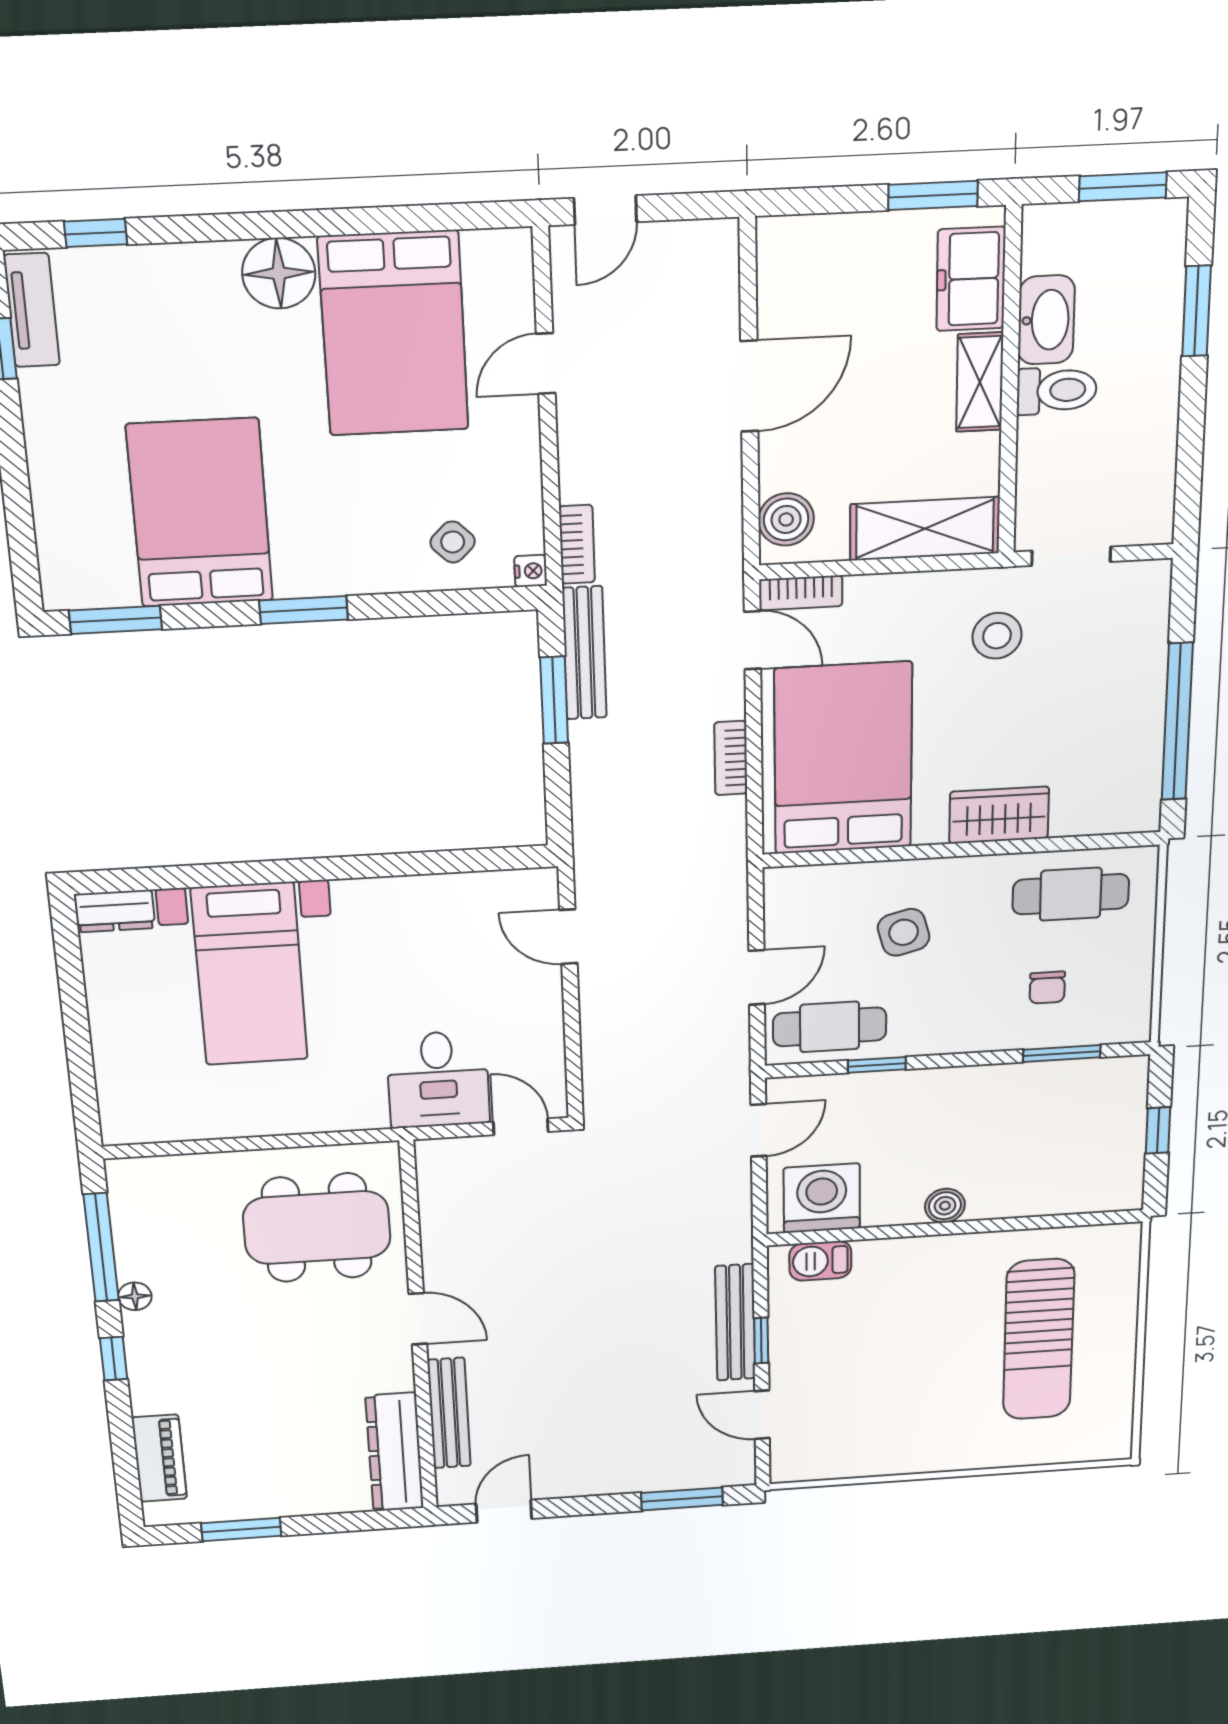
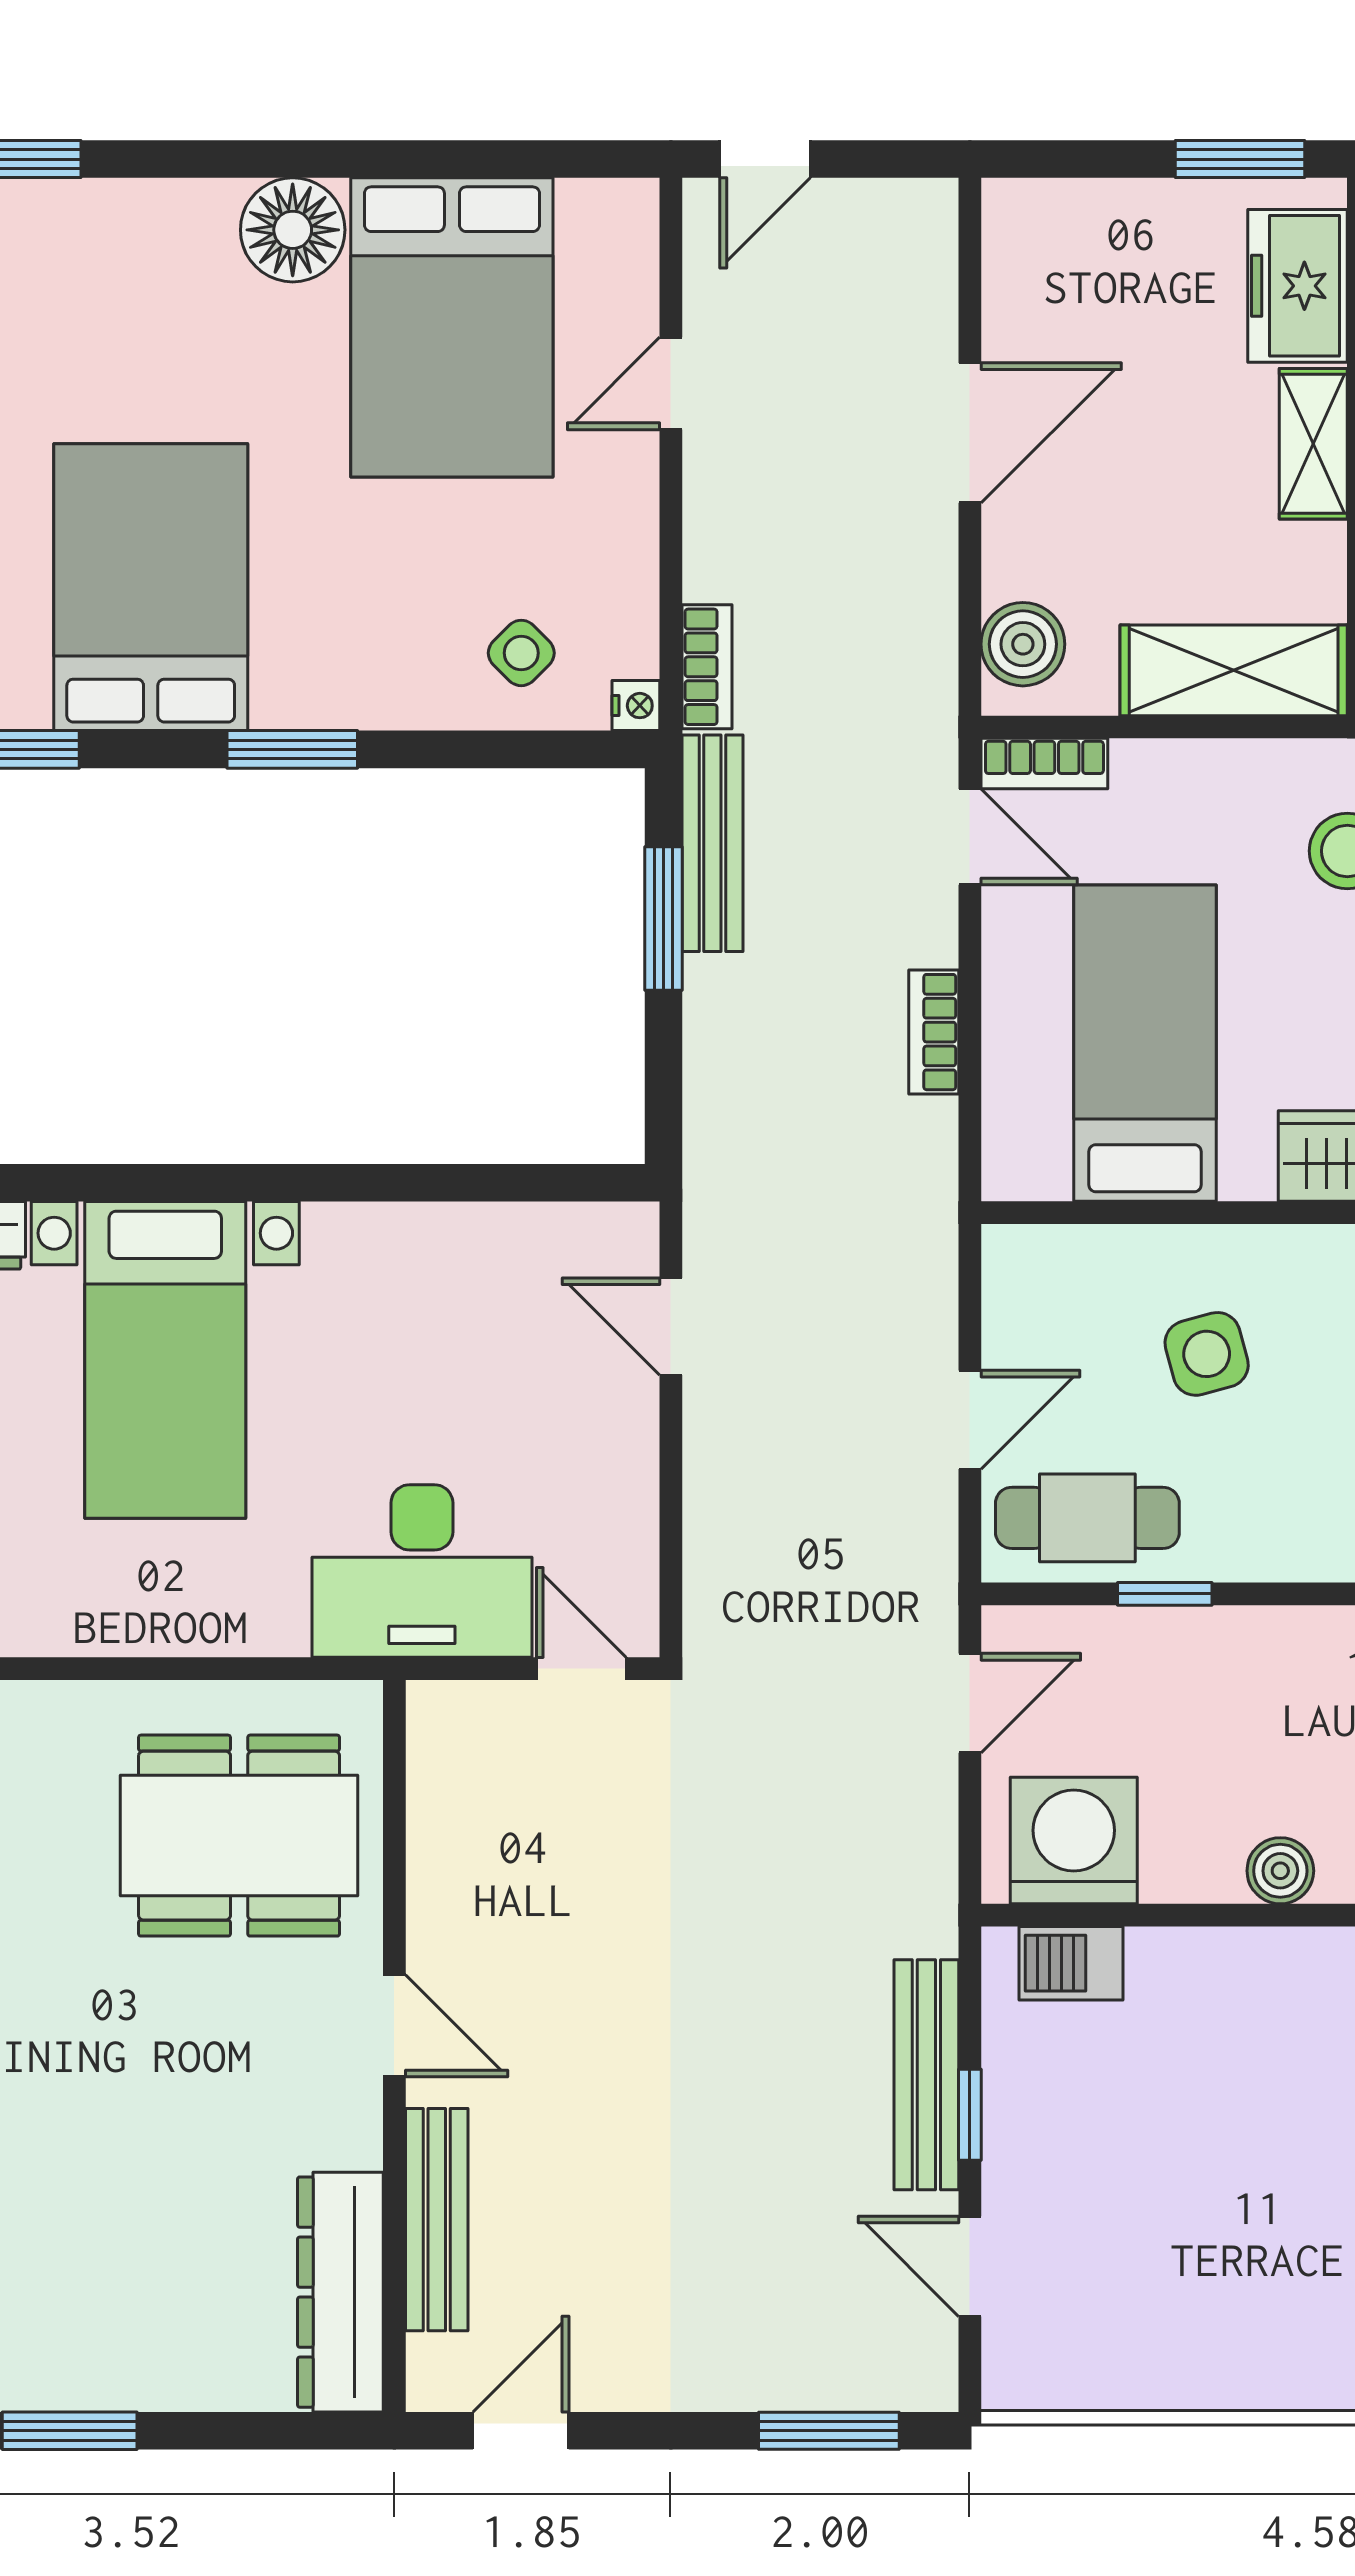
bed: (843, 758) -> (1145, 1043), width x0.67
desk: (438, 1079) -> (422, 1571), width x1.37

